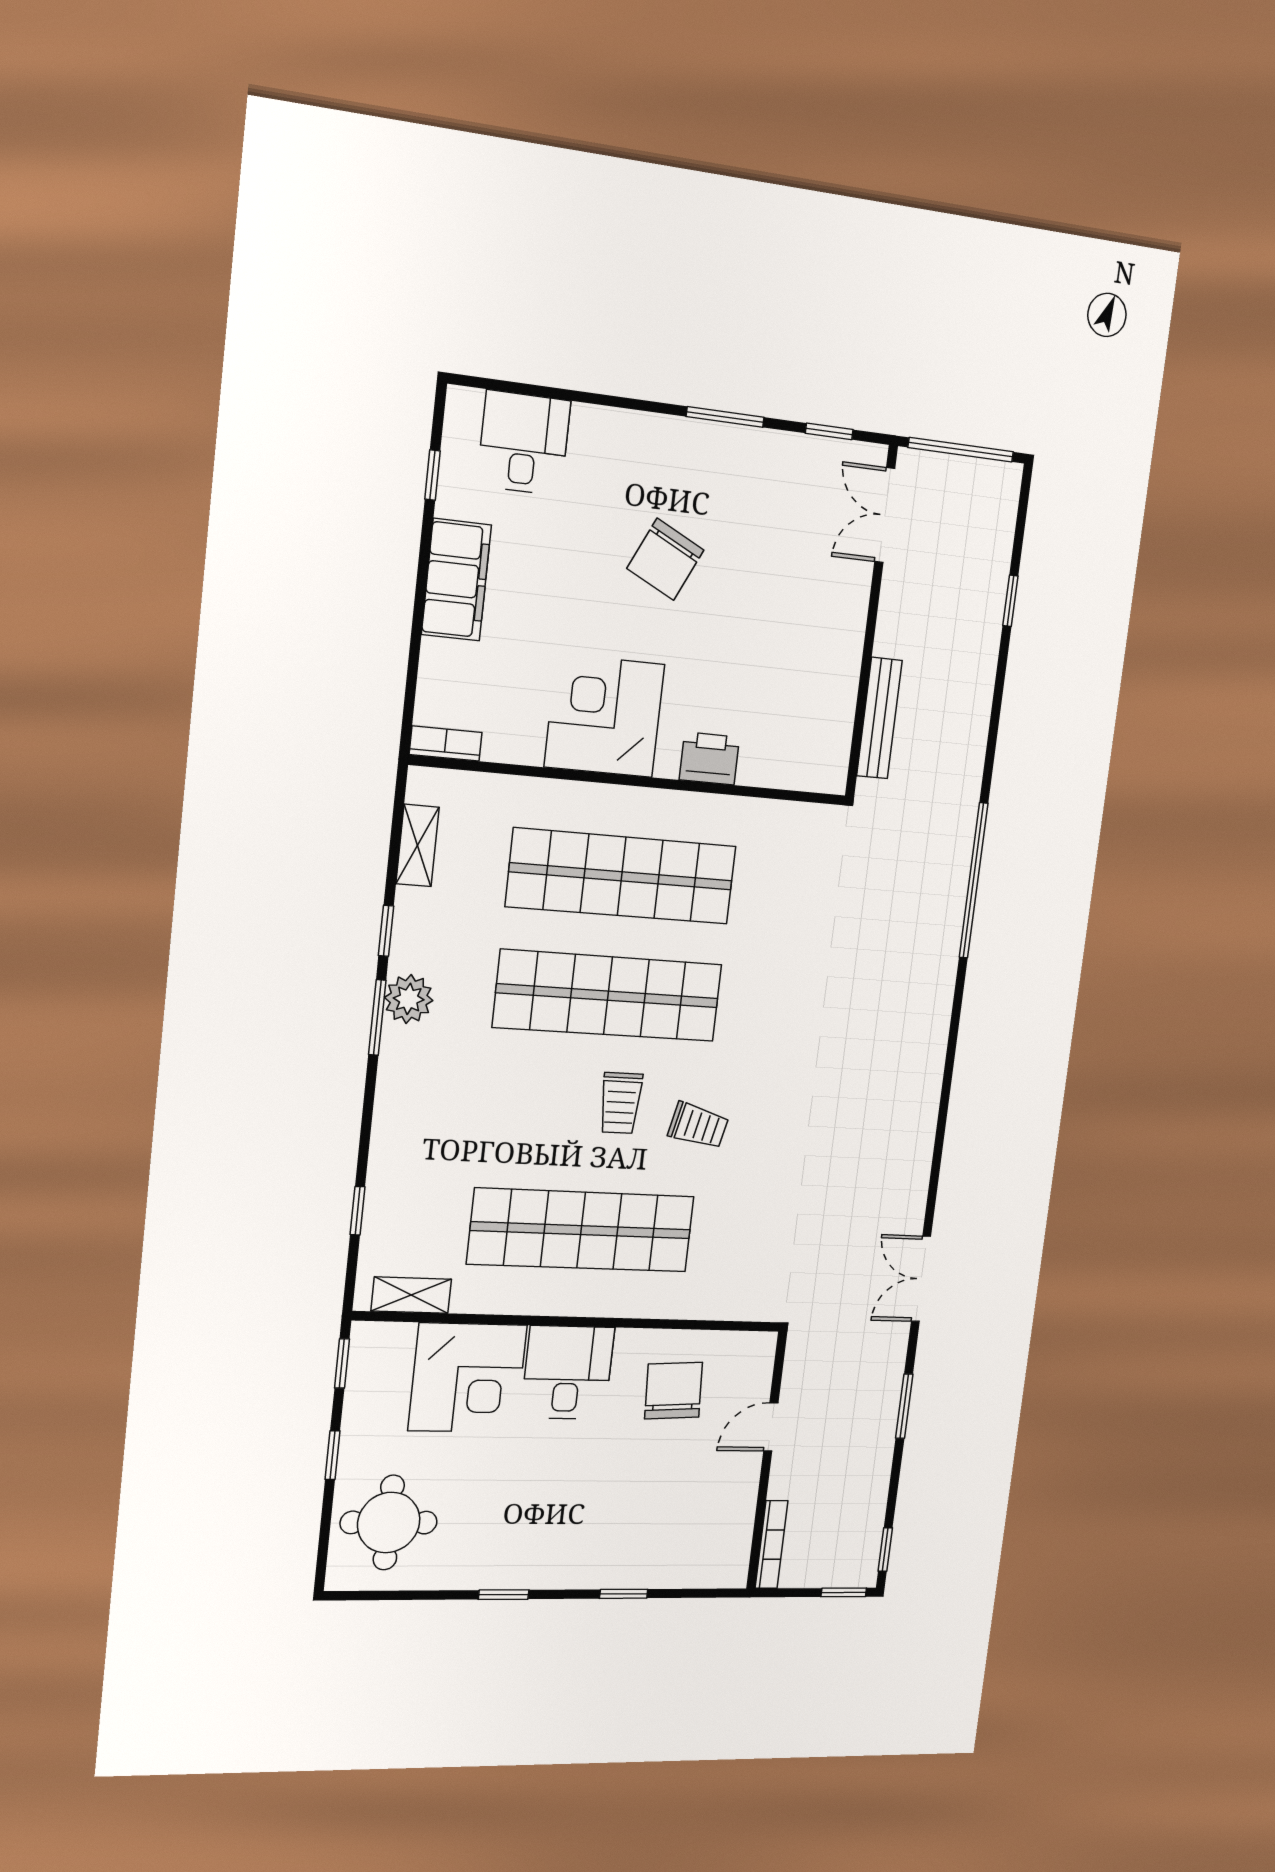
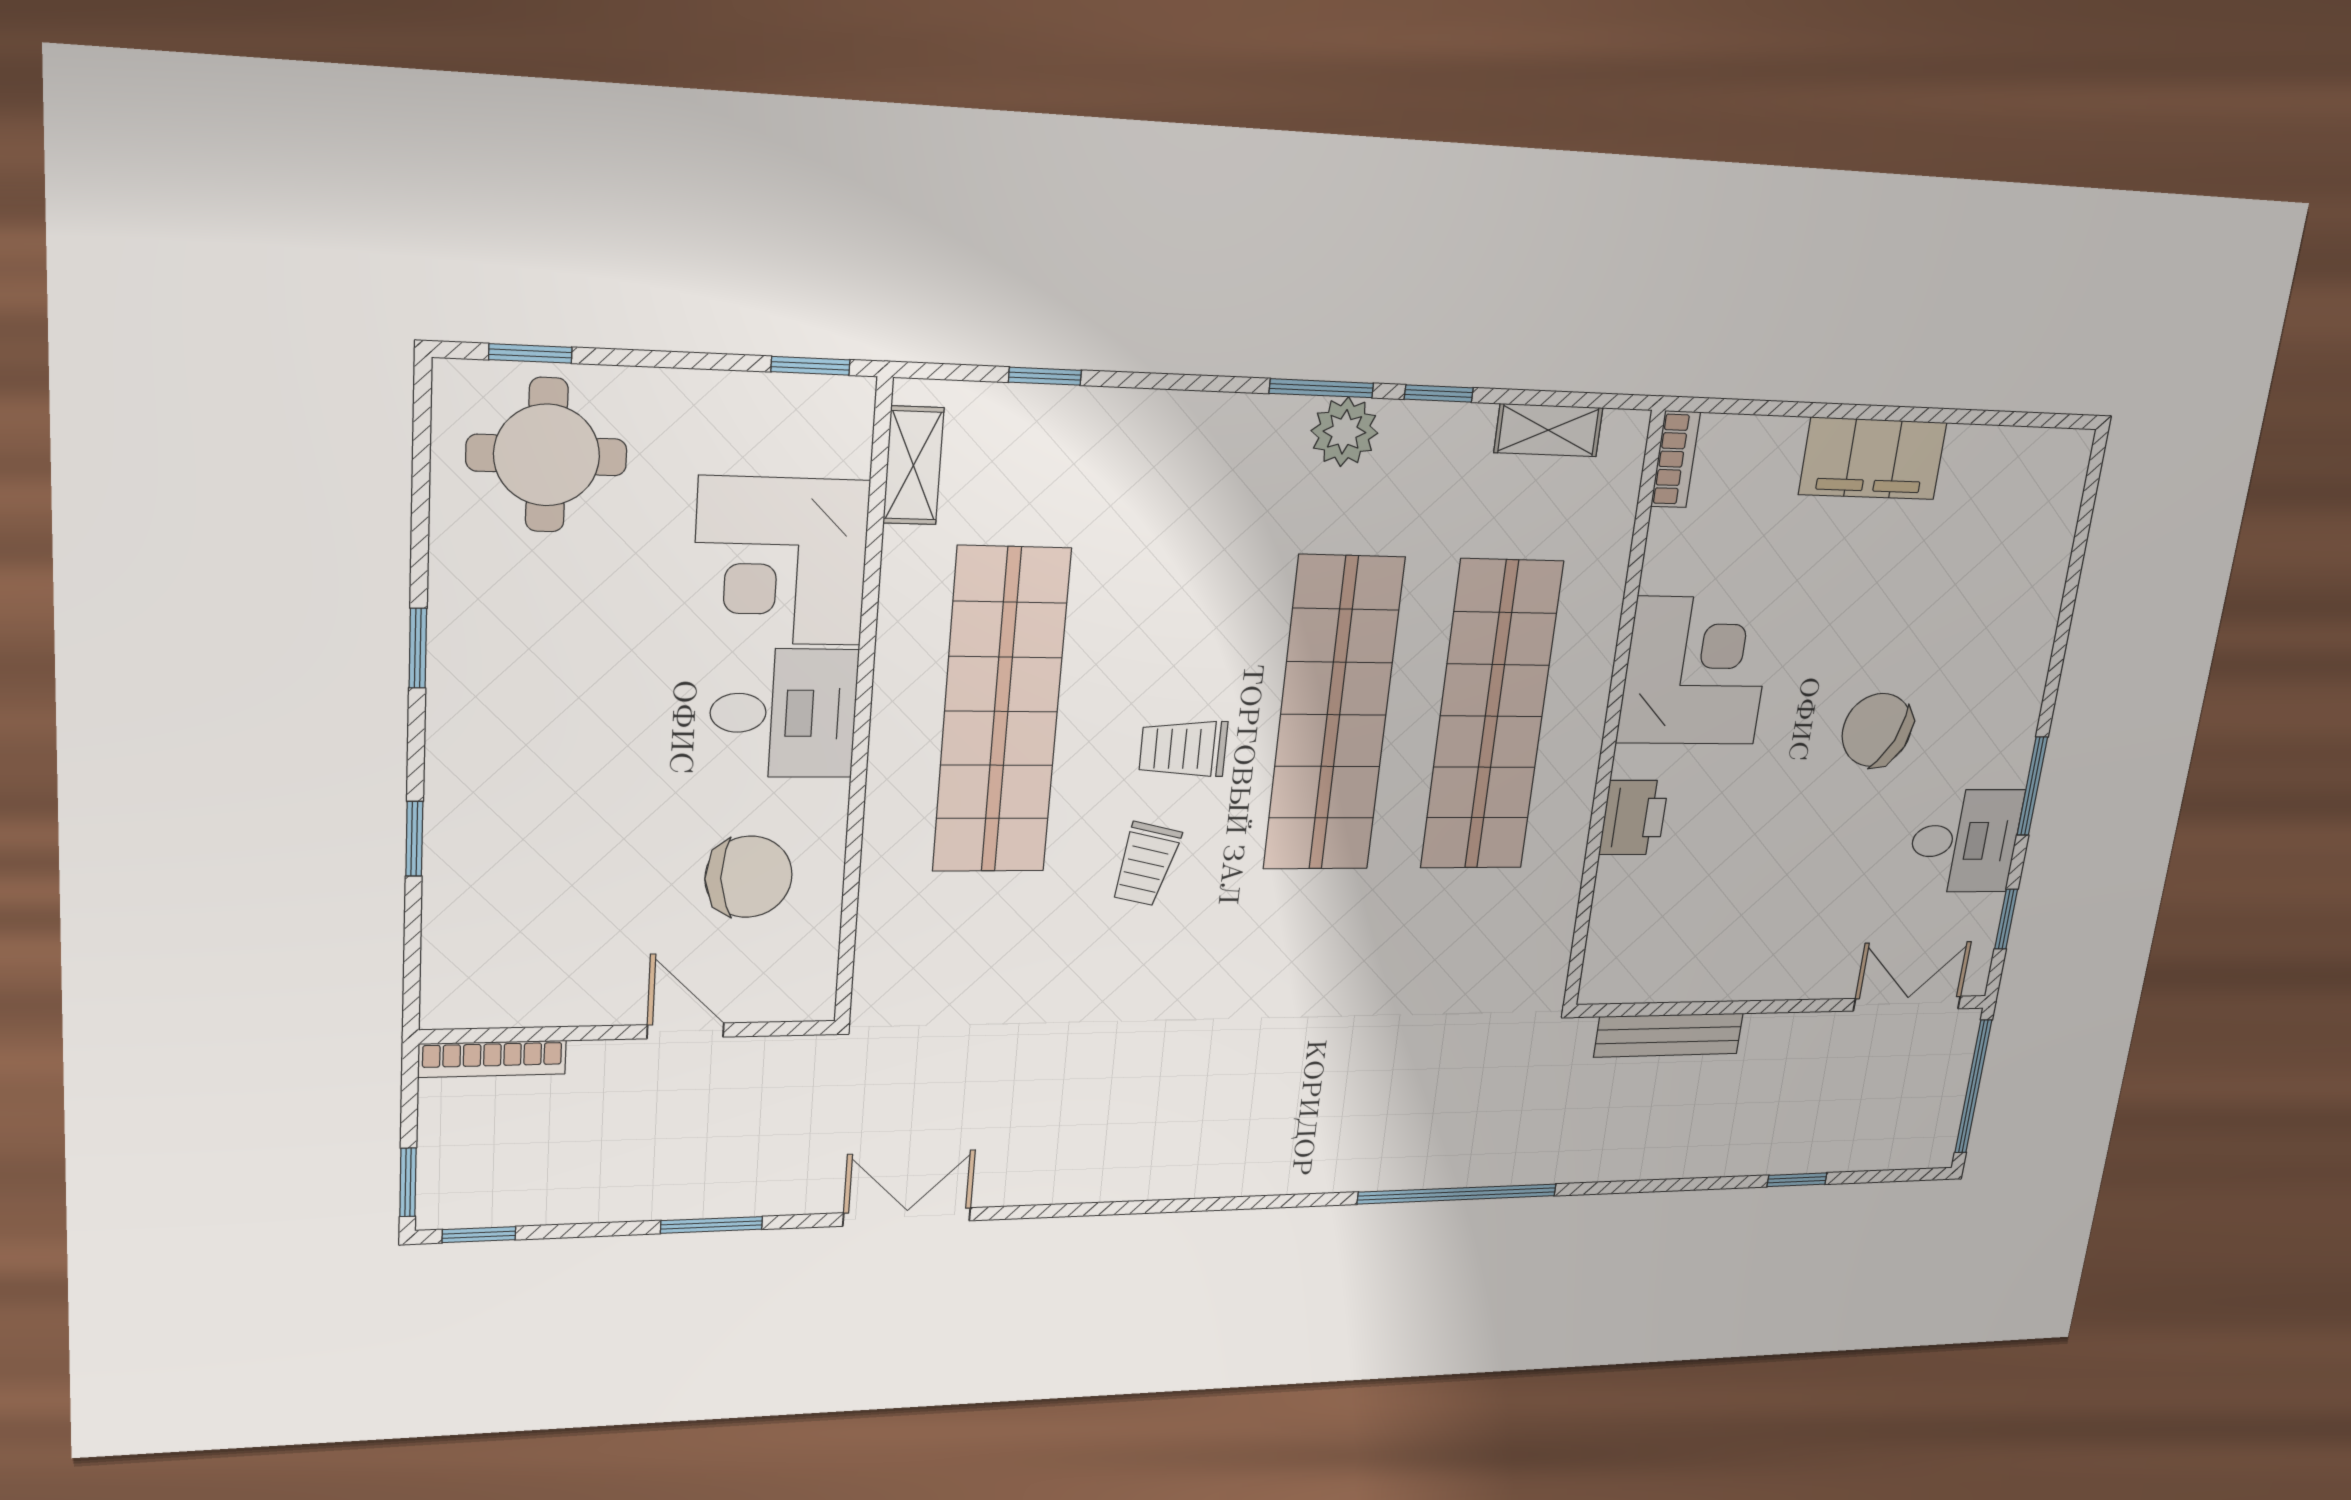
desk: (524, 443) -> (1965, 841), moved
window: (433, 475) -> (1996, 418), removed
window: (333, 1455) -> (530, 353), moved

